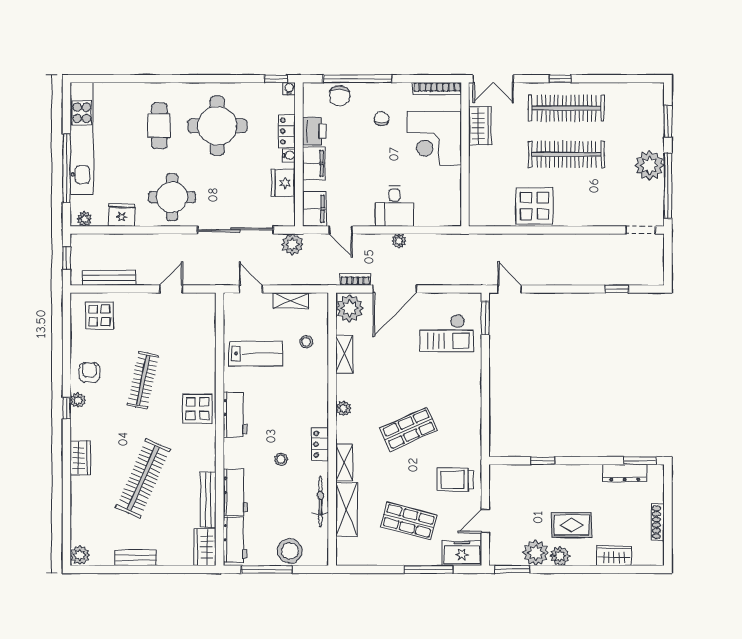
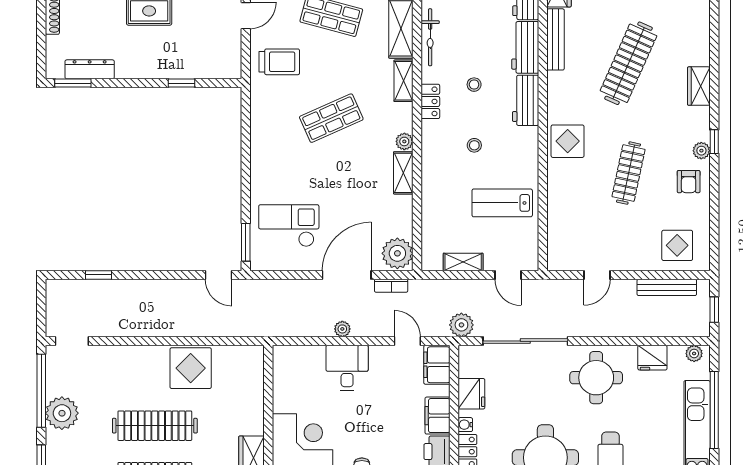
stool: (306, 342) -> (474, 145), moved
shelving: (344, 354) -> (403, 173), moved
workbench: (235, 414) -> (526, 100), moved

